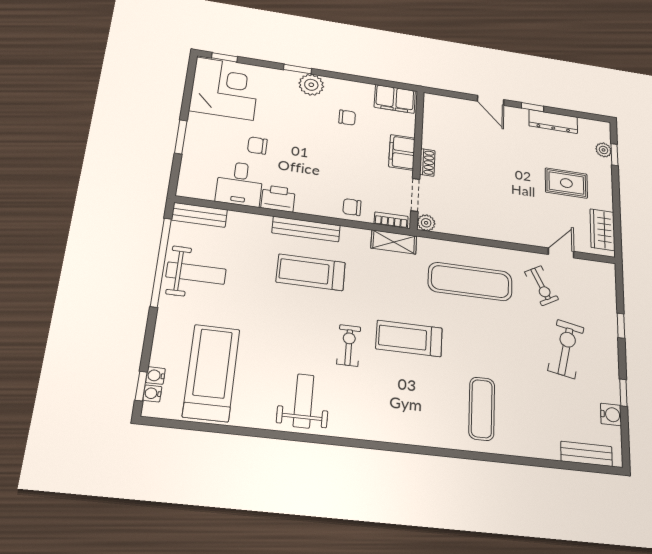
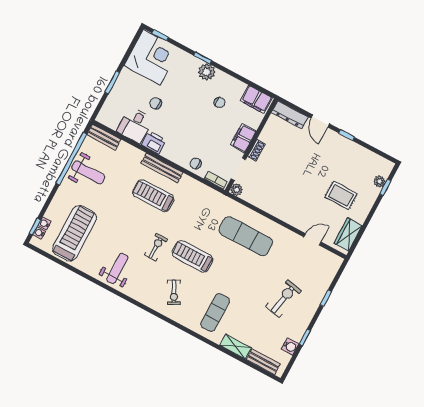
dresser: (553, 121) -> (290, 115), moved
shelving: (394, 242) -> (235, 347), moved
exercise bike: (541, 286) -> (174, 292), moved

